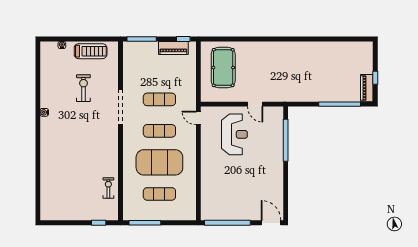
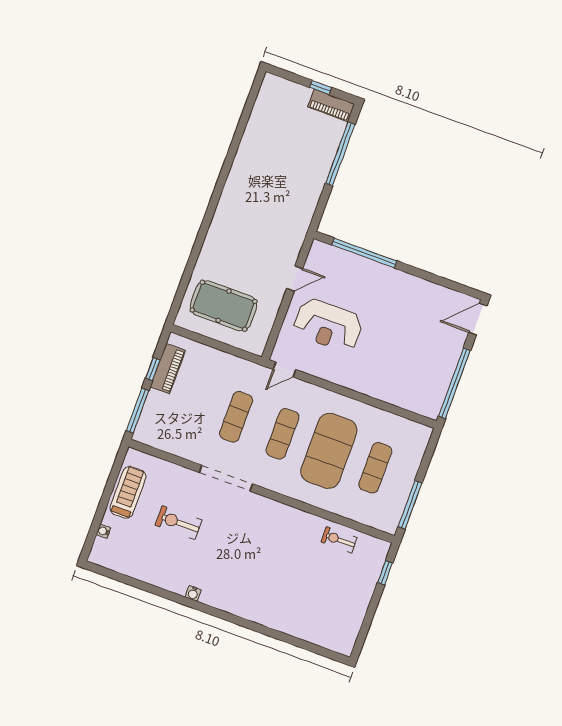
window: (183, 39) -> (153, 369), moved
reception desk: (234, 134) -> (328, 325), turned 180

